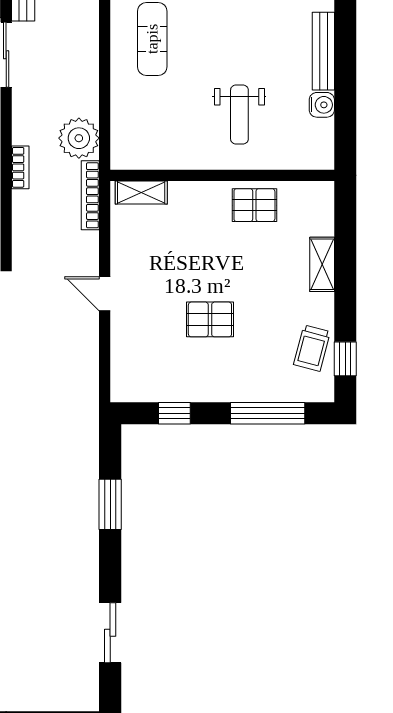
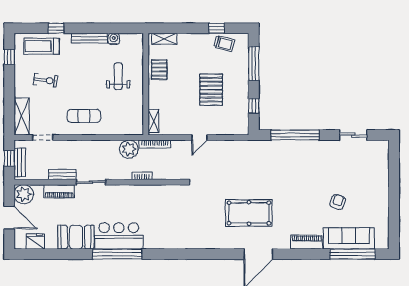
weight bench: (239, 115) -> (118, 76), turned -90
shelving: (322, 264) -> (164, 39), moved
pallet: (210, 319) -> (211, 90), width x1.50, depth x1.42
window: (345, 359) -> (217, 28), moved
window: (110, 504) -> (295, 135), width x2.11

